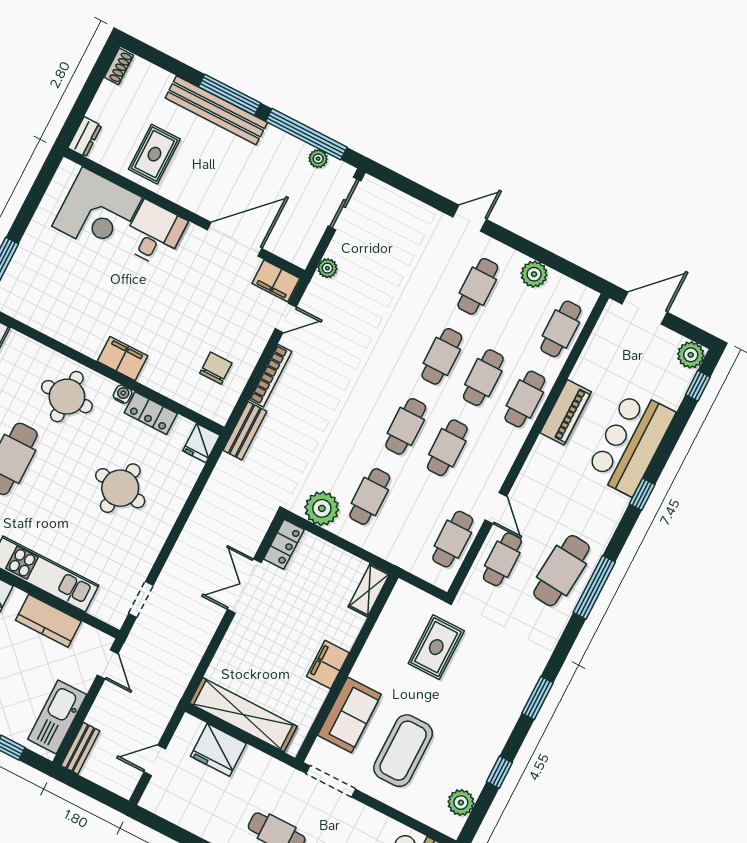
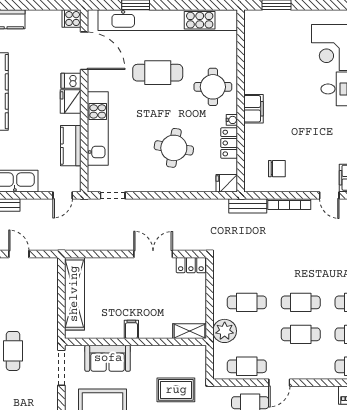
plant: (322, 508) -> (225, 331), moved
filing cabinet: (328, 665) -> (131, 329), width x0.50
fridge: (218, 750) -> (45, 289), removed

